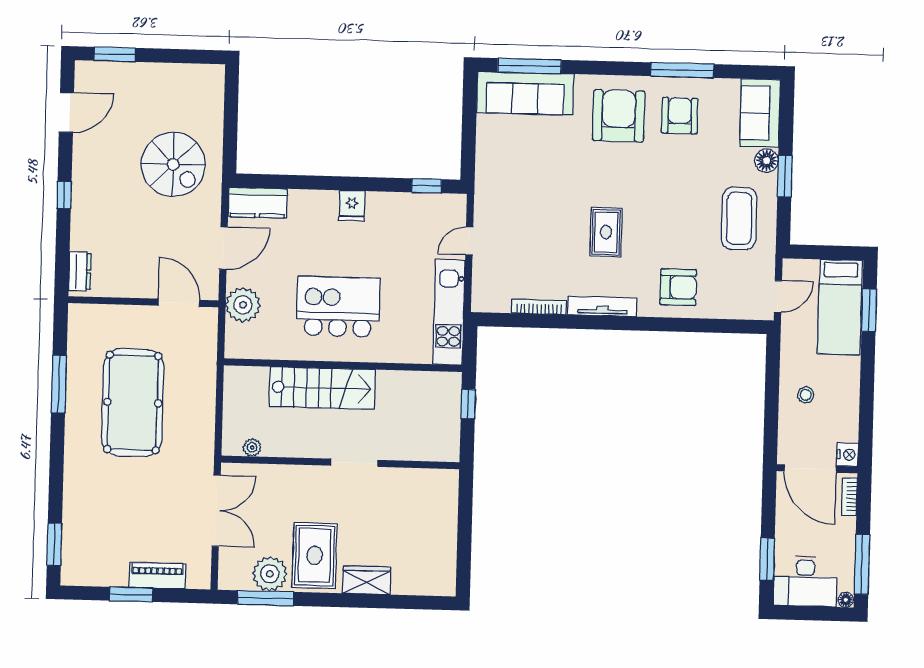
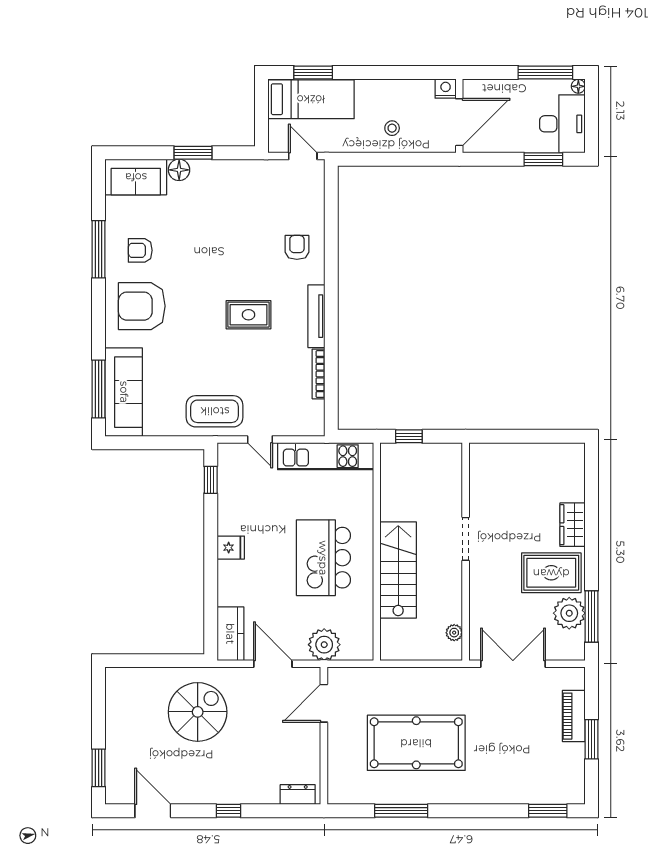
armchair: (680, 116) -> (140, 250), width x0.72, depth x0.72
coffee table: (739, 218) -> (215, 411), moved
armchair: (678, 287) -> (297, 247), width x0.72, depth x0.72
bookcase: (849, 497) -> (484, 86), removed

